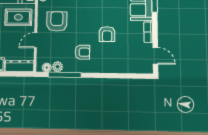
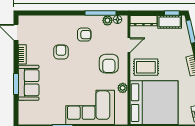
armchair: (82, 52) -> (84, 35), turned 180

